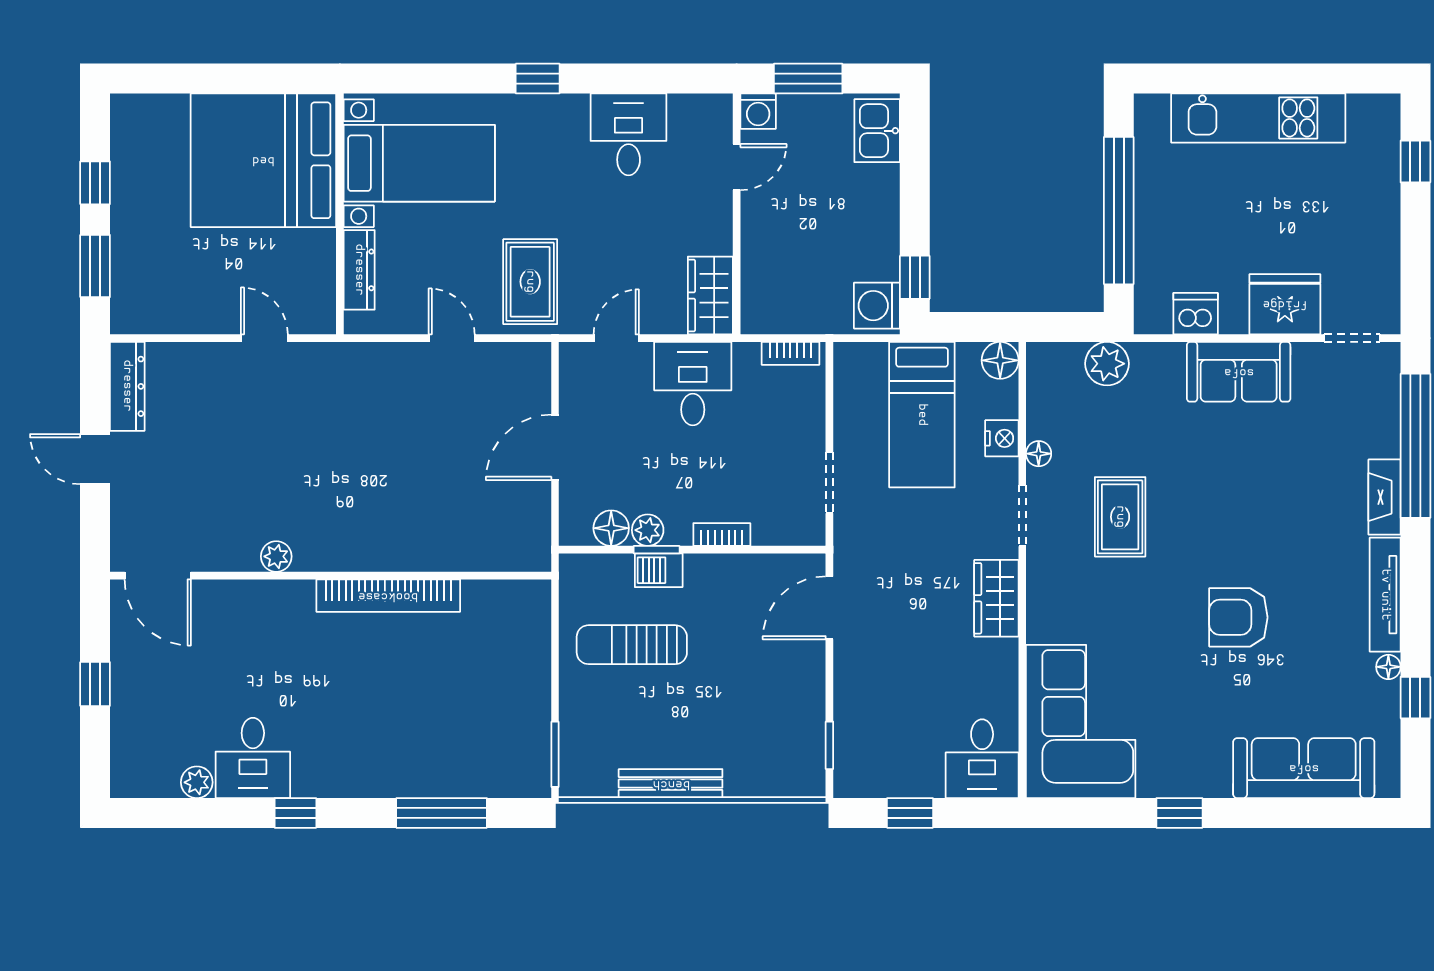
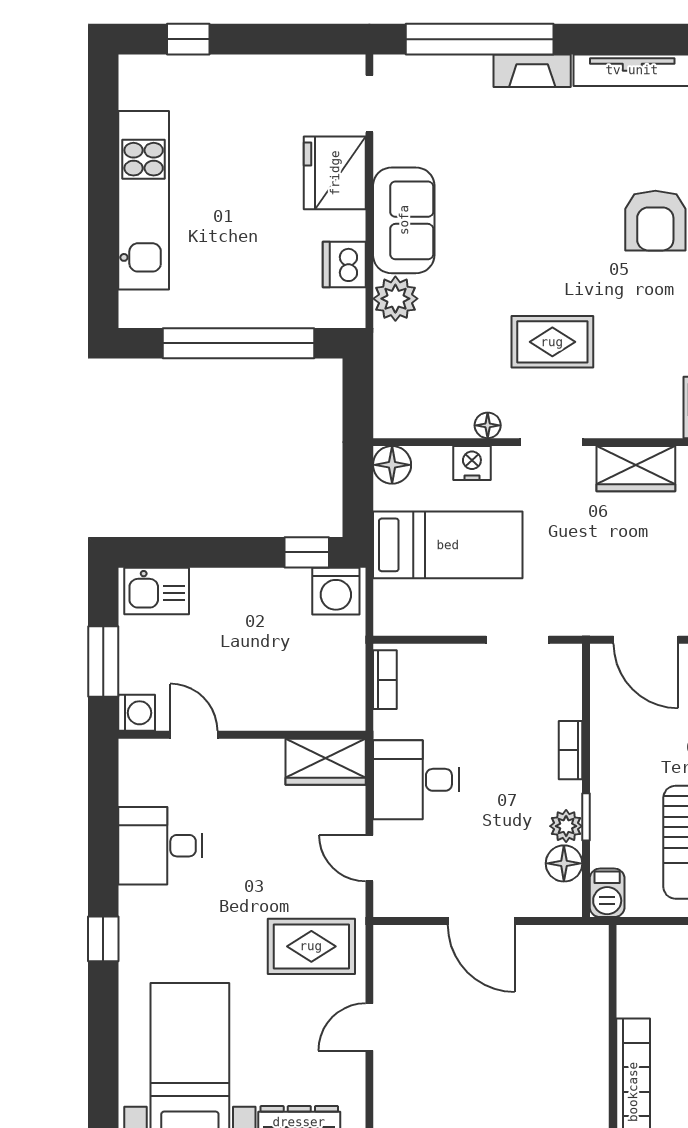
plant: (1107, 364) -> (395, 299), moved
barbecue: (659, 570) -> (607, 893), moved

